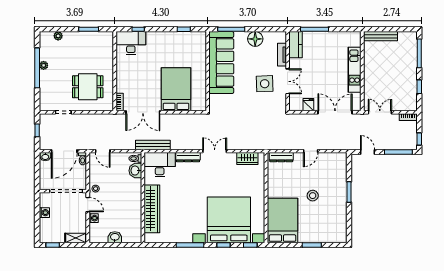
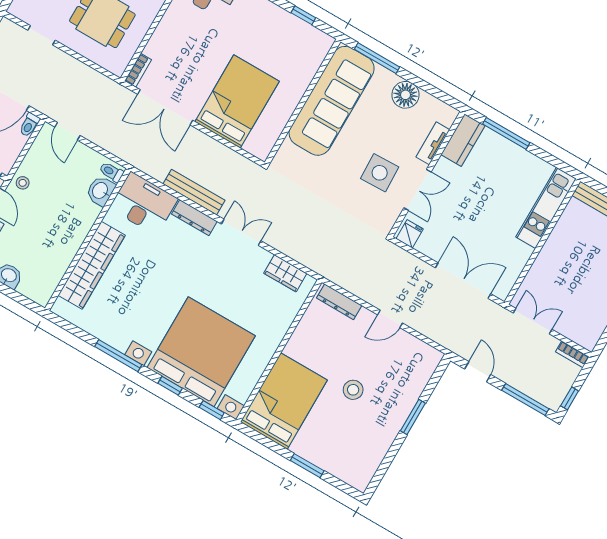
kitchen unit: (355, 70) -> (546, 208), moved
fridge: (308, 105) -> (410, 234), moved
bench: (153, 145) -> (194, 192), moved

